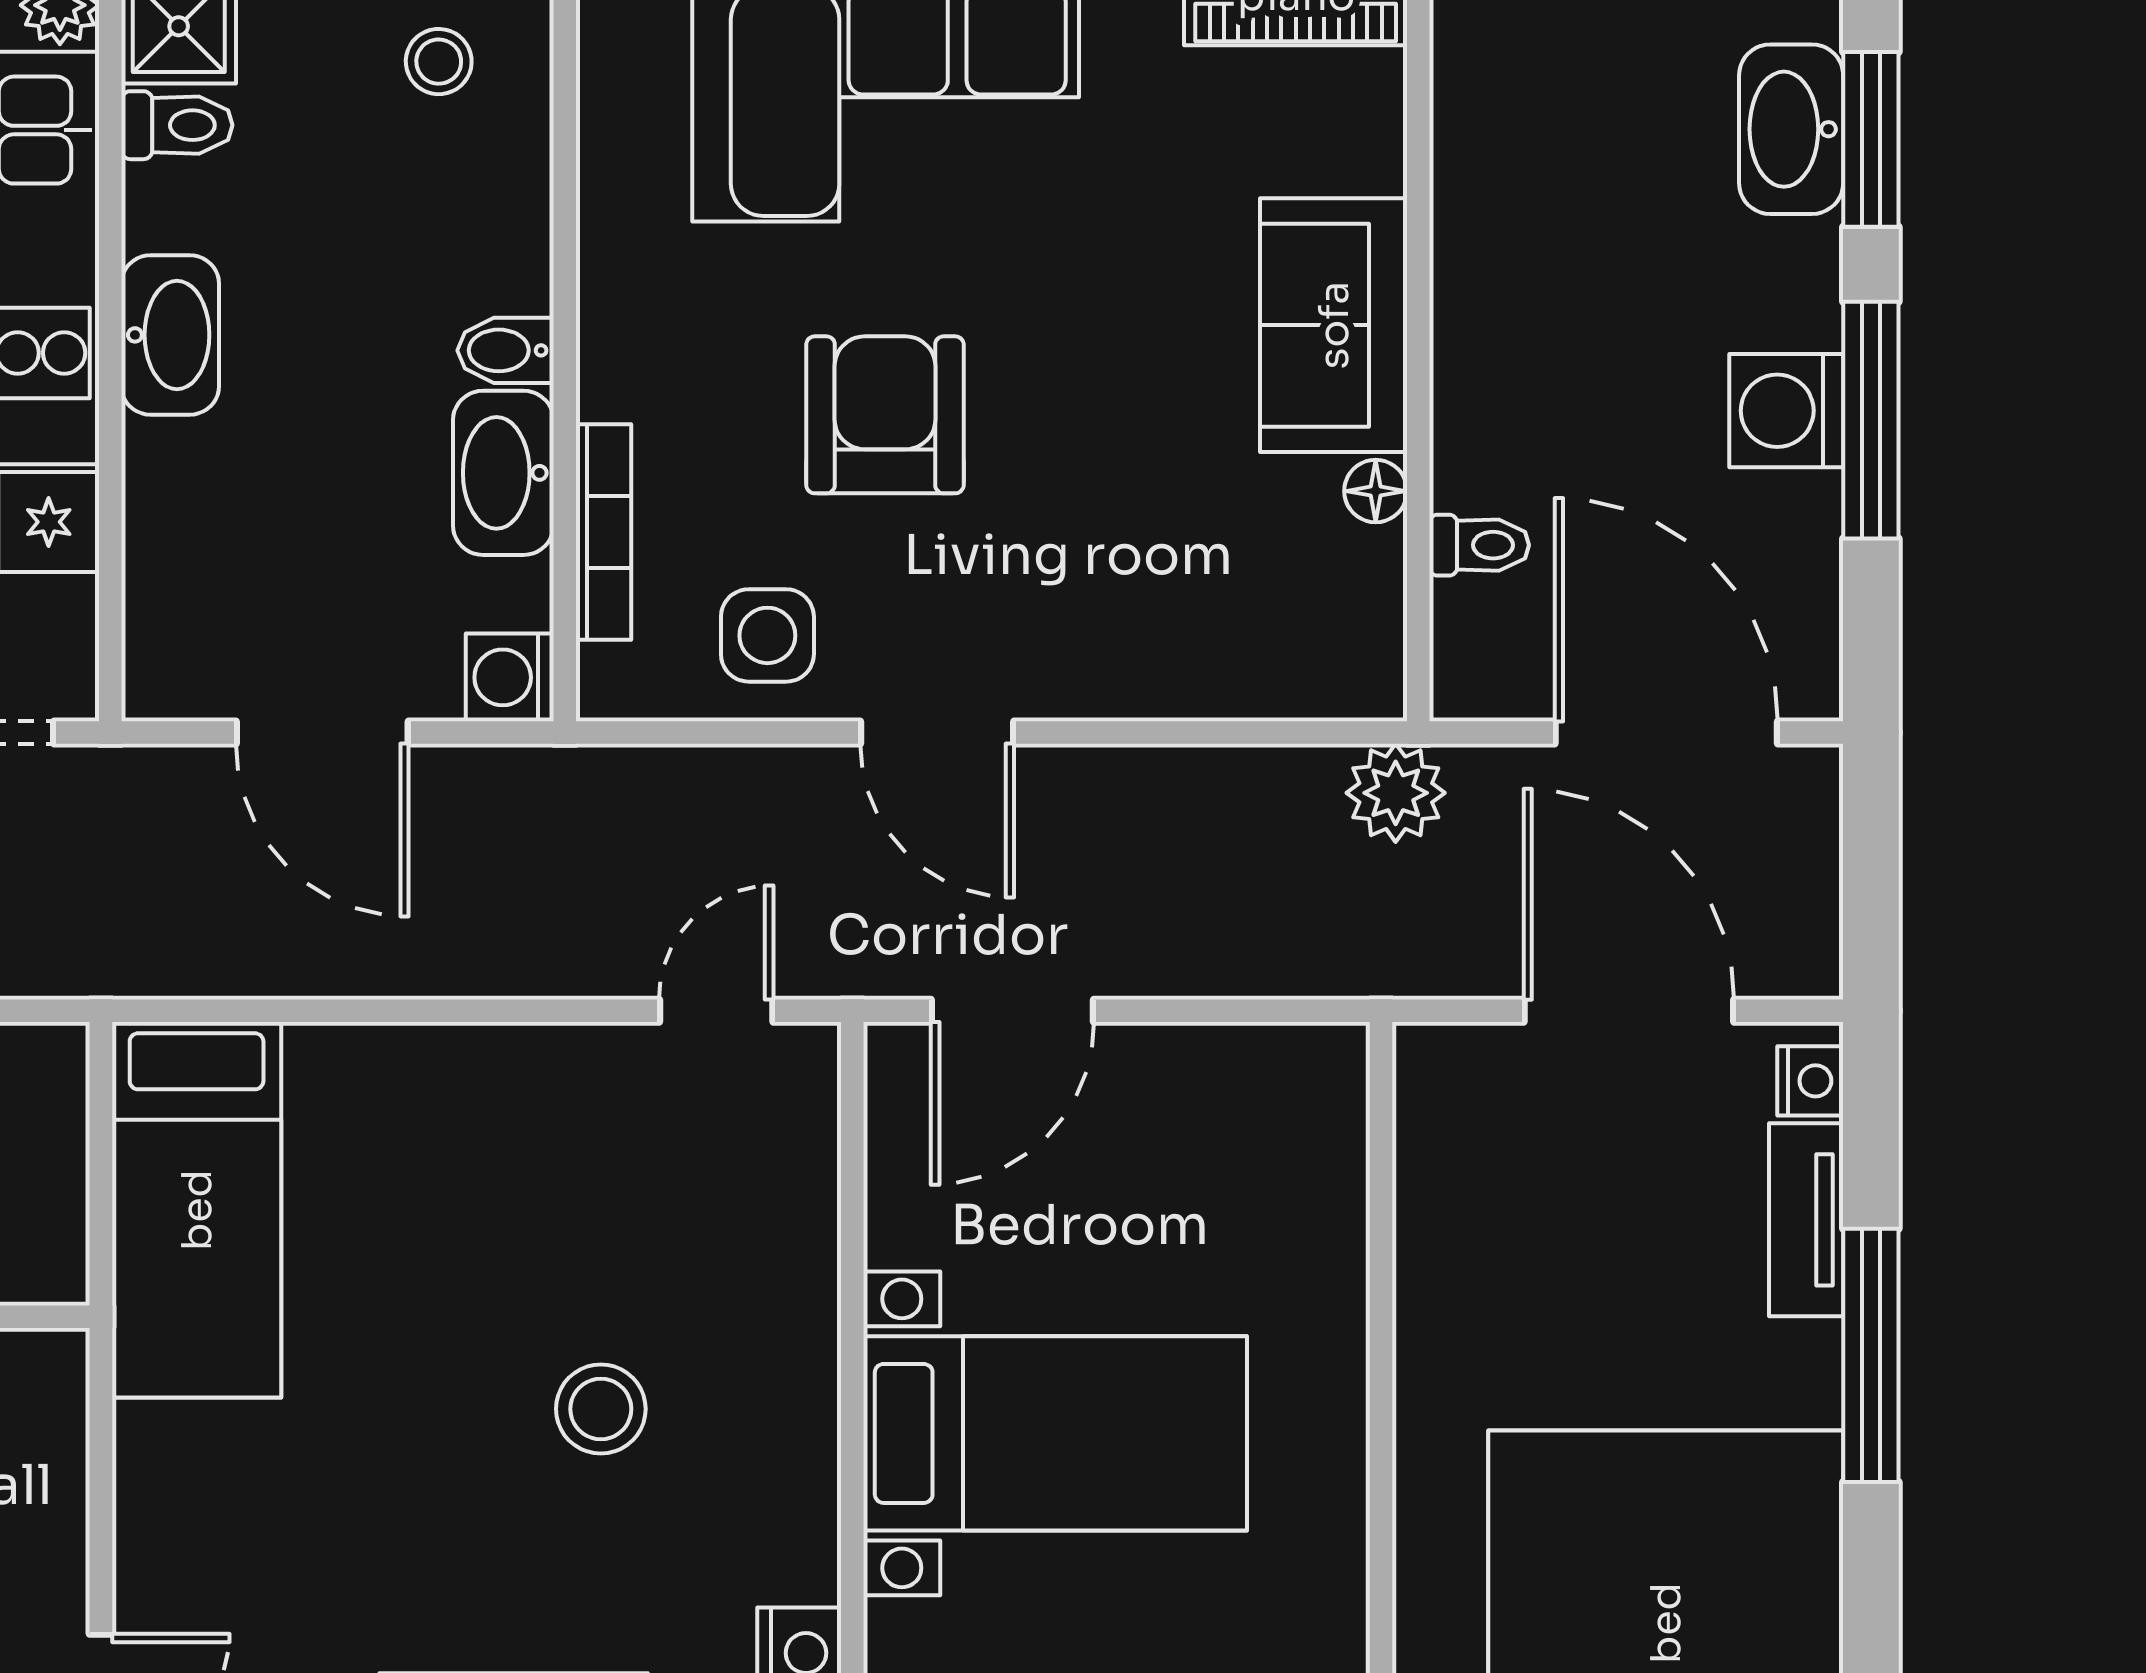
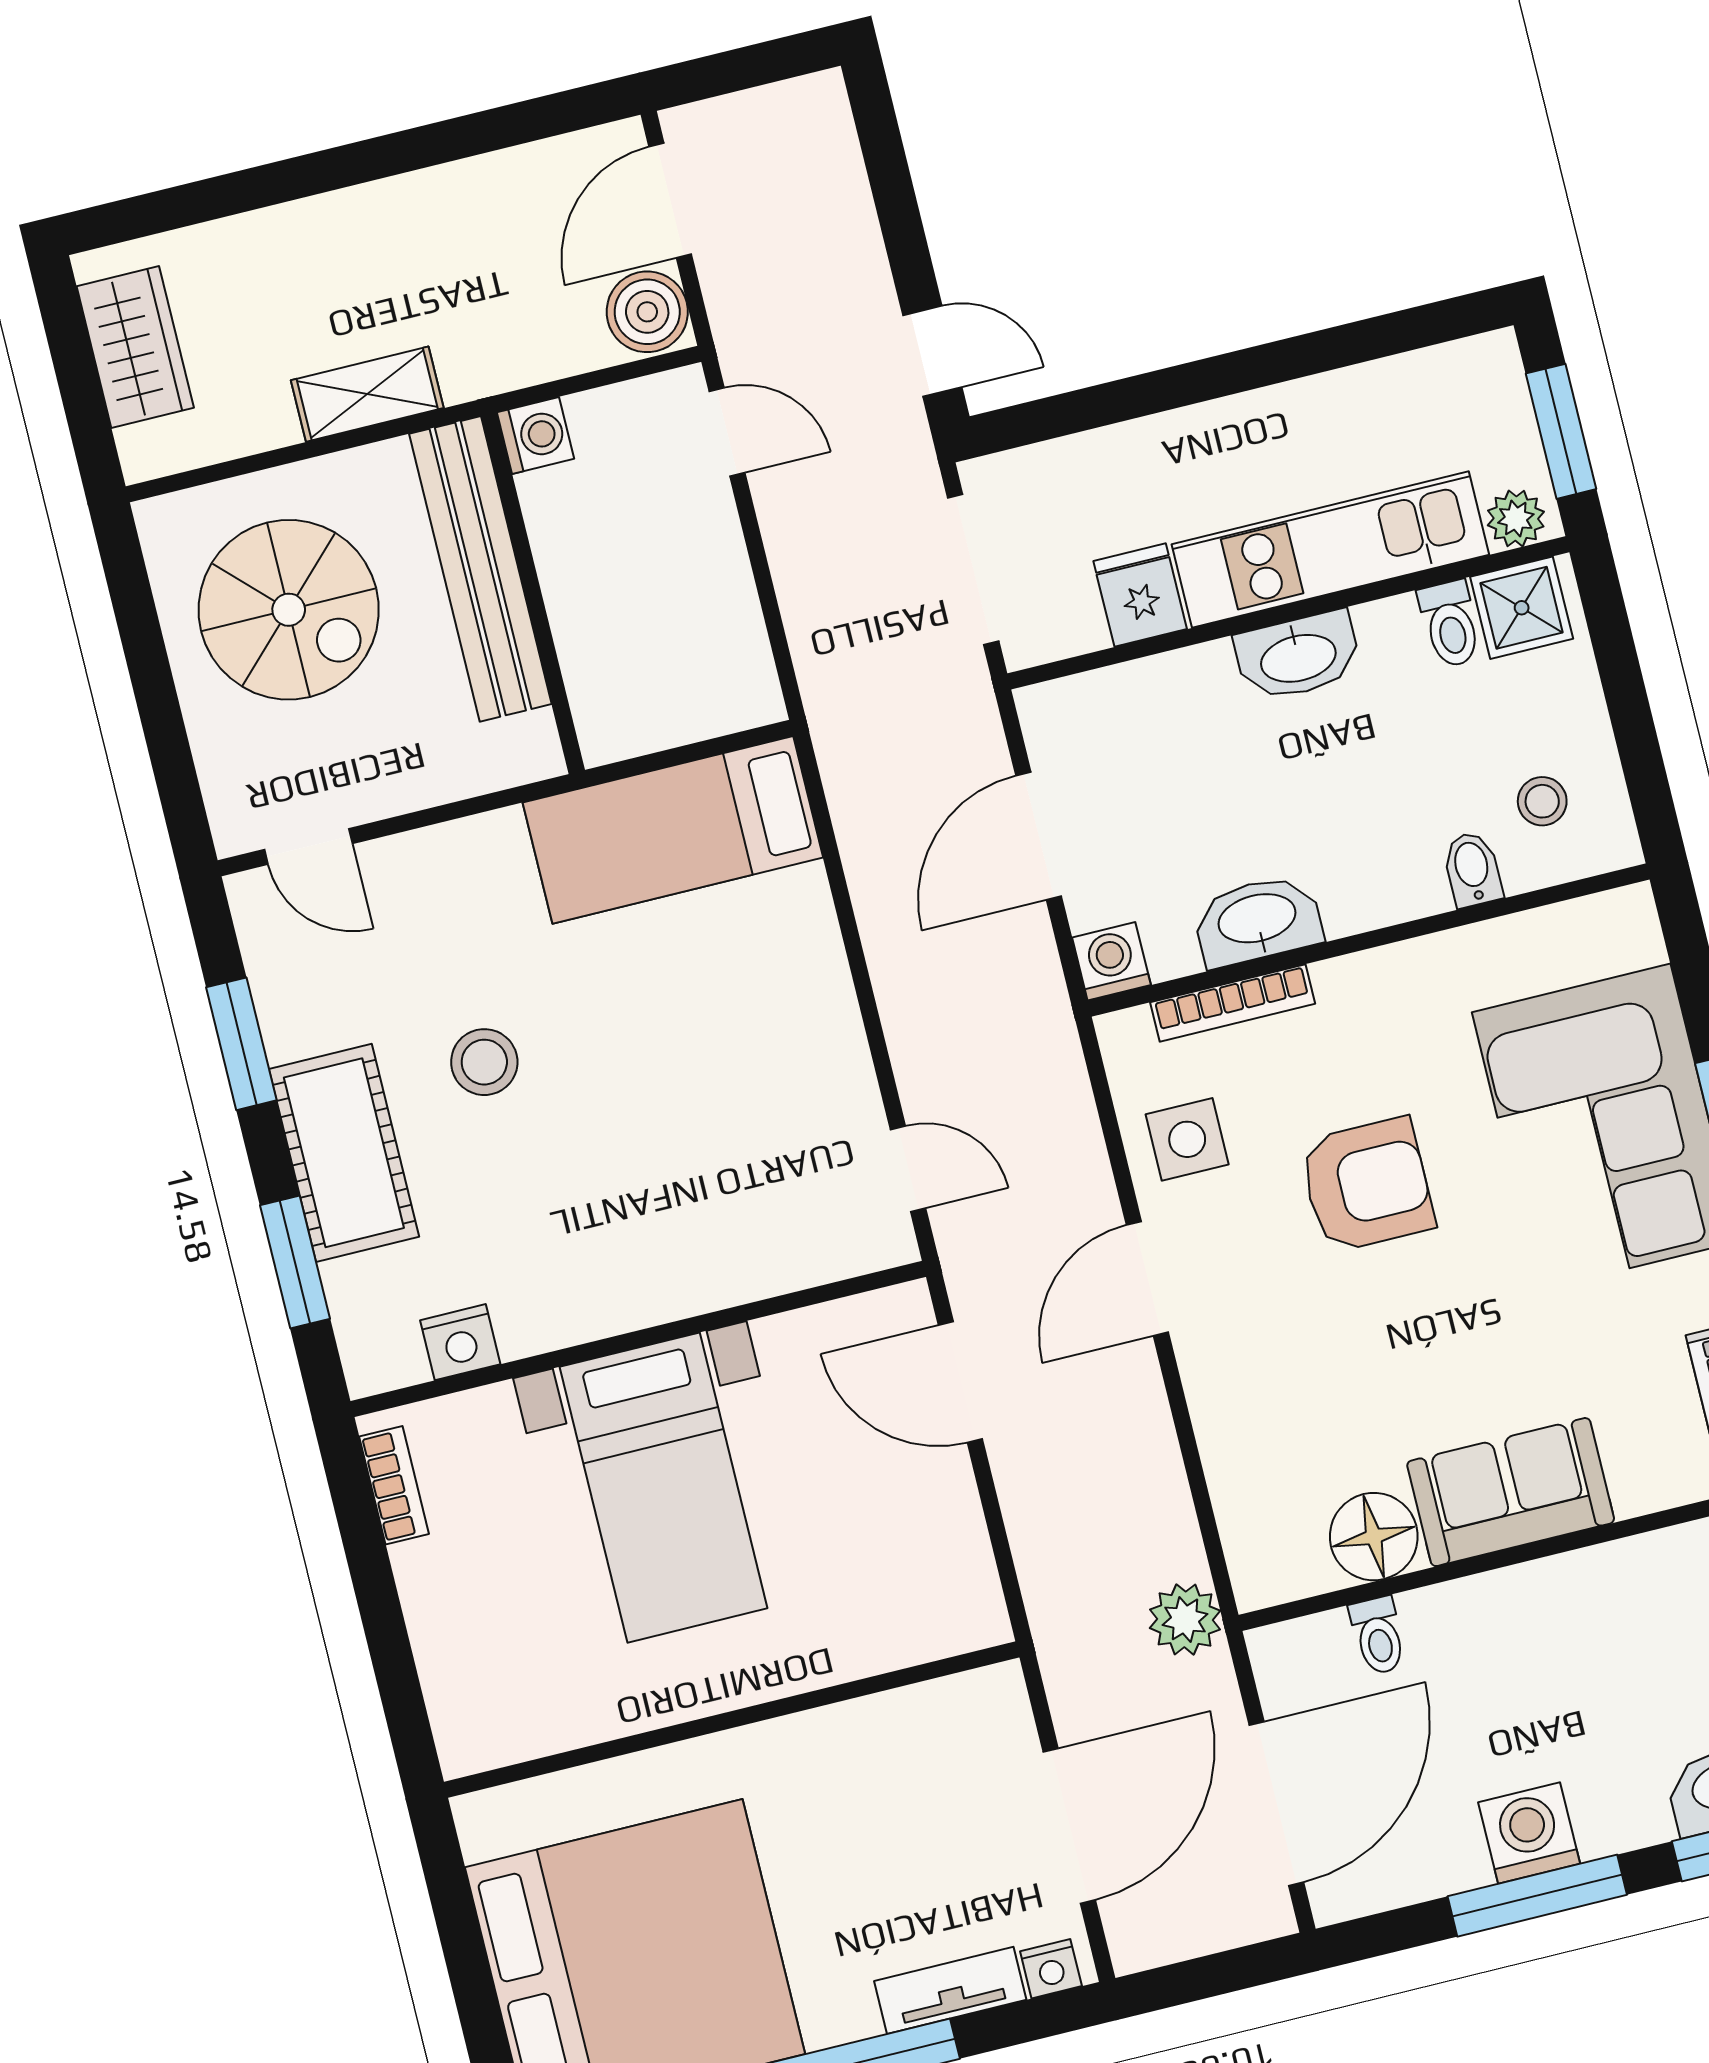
bidet: (505, 350) -> (1472, 869), moved
floor lamp: (1376, 491) -> (1374, 1537), width x1.89, depth x1.89
stool: (601, 1409) -> (484, 1062), moved

